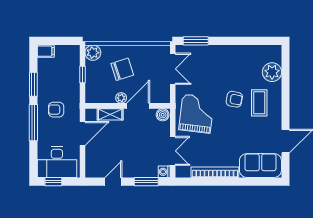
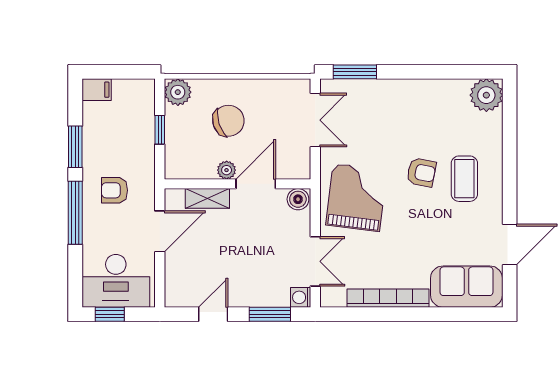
plant: (272, 72) -> (486, 95), moved

